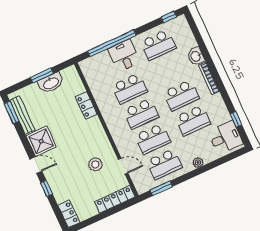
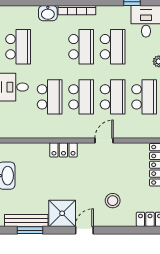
locker: (86, 105) -> (63, 150), moved
window: (12, 112) -> (30, 230), moved
stool: (95, 164) -> (113, 201), moved
door: (123, 166) -> (104, 140), moved
window: (47, 188) -> (113, 230), removed

